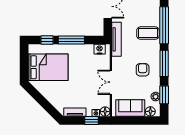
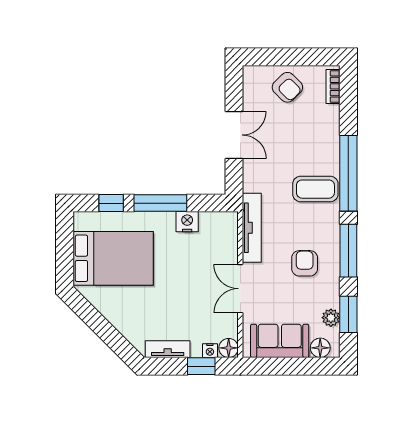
tv unit: (117, 39) -> (252, 228), moved
nightstand: (100, 49) -> (187, 222), moved

